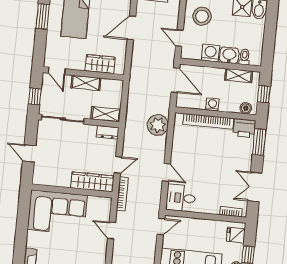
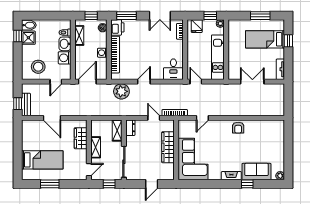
door: (166, 172) -> (144, 82), moved
wardrobe: (92, 182) -> (168, 147), moved

